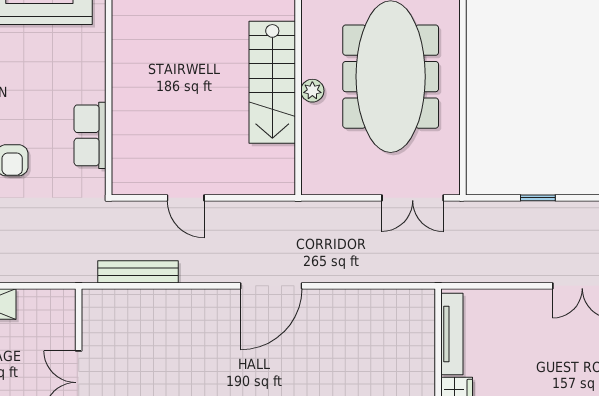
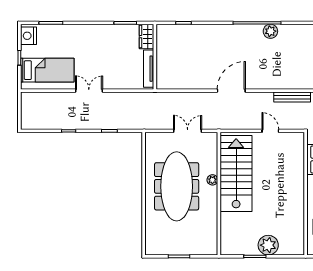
stairs: (272, 82) -> (236, 174), width x1.36, depth x1.51
double door: (413, 198) -> (188, 131), moved

